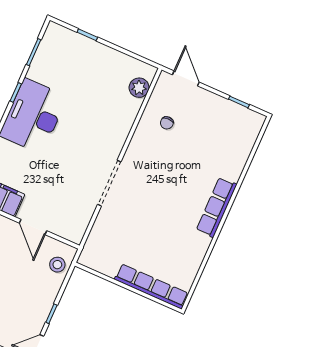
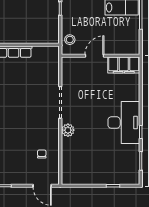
plant: (139, 88) -> (68, 130), moved
door: (33, 227) -> (94, 56), hinge flipped

